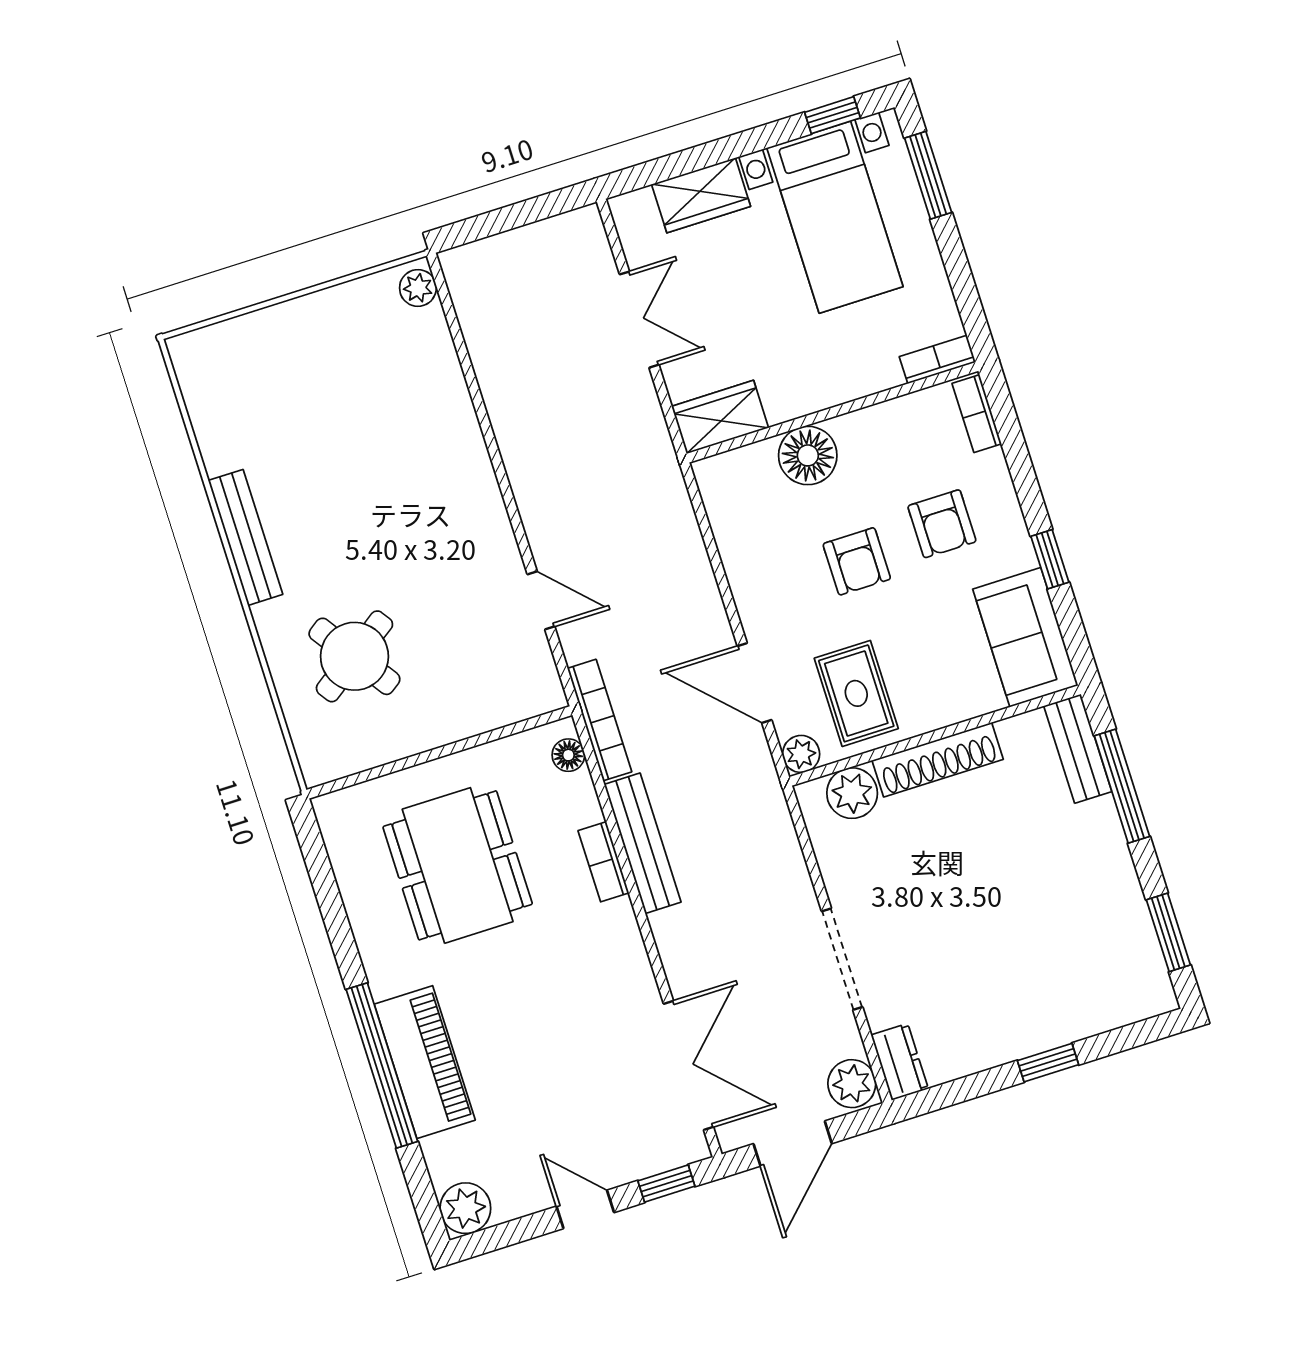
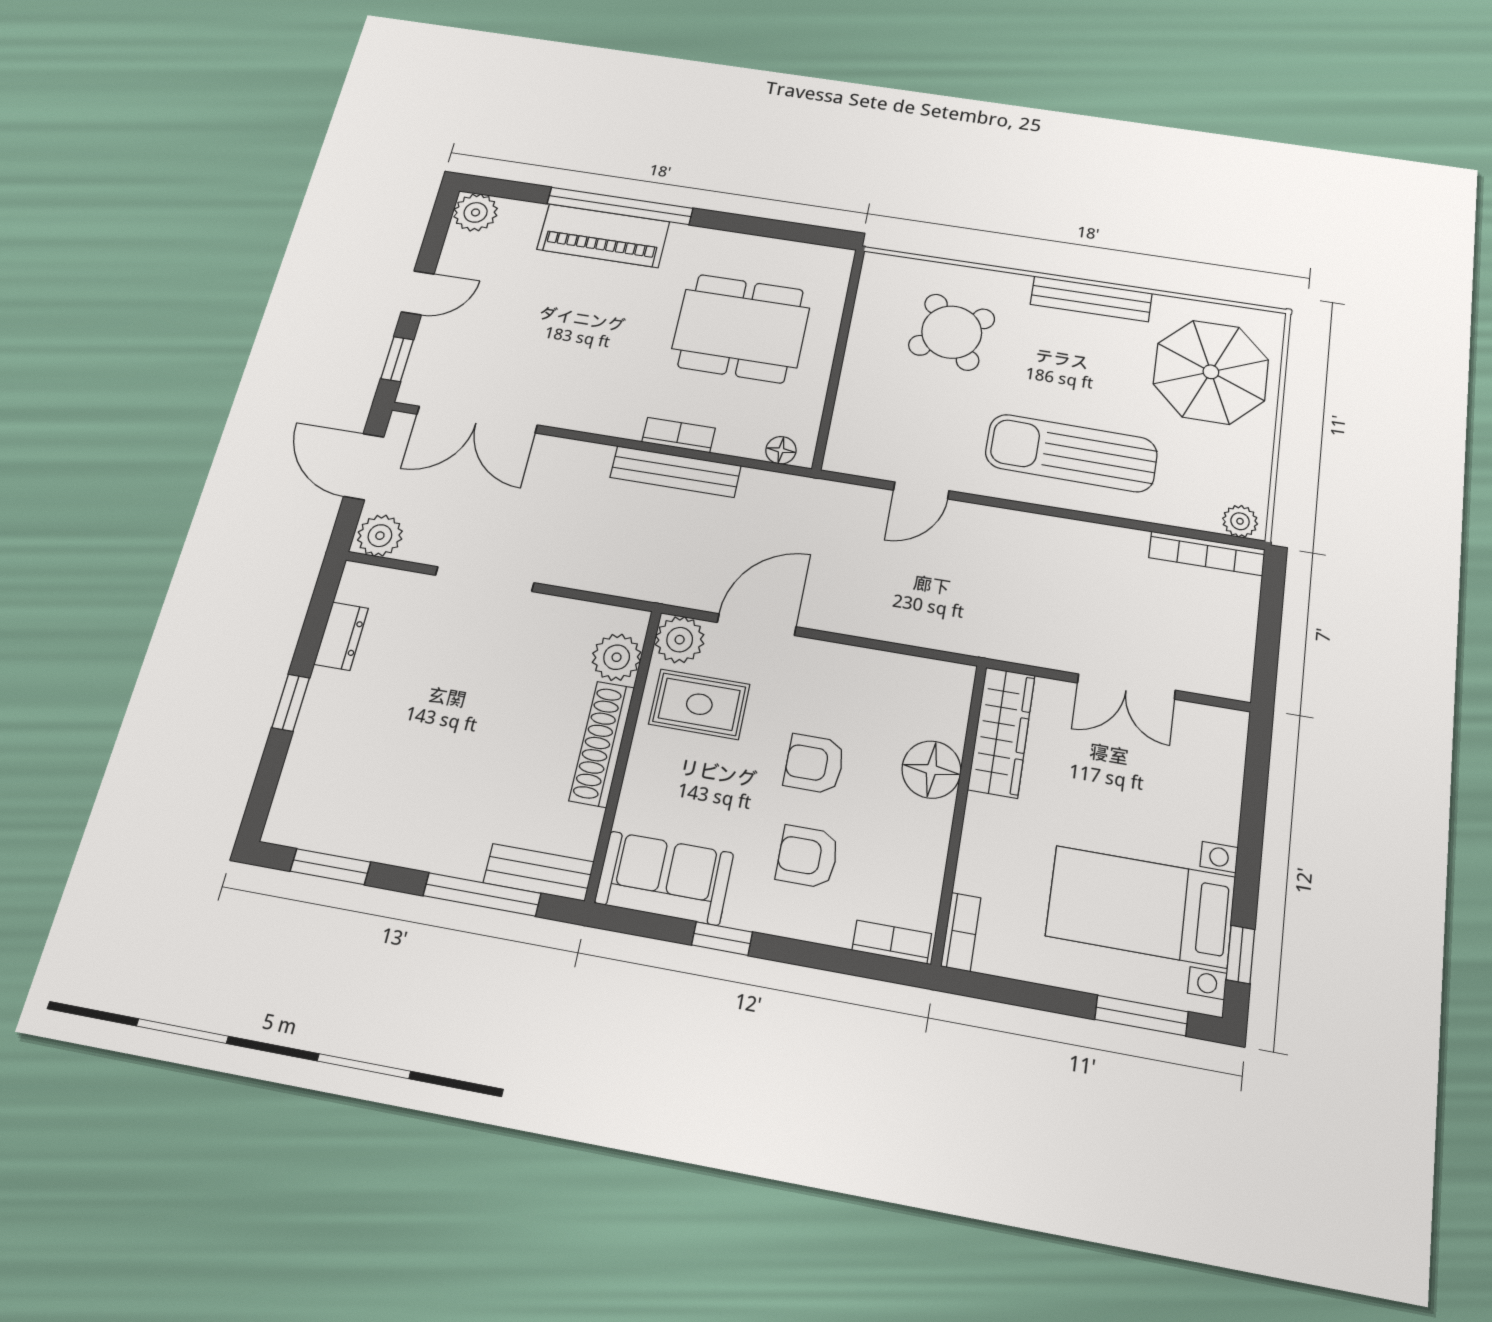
wardrobe: (701, 195) -> (1216, 796), removed
parasol: (269, 384) -> (1211, 372), added
wardrobe: (720, 417) -> (1002, 732), width x1.50
sun lounger: (428, 478) -> (1071, 453), added
bookcase: (600, 720) -> (1207, 553), moved
plant: (801, 754) -> (680, 640), width x1.38, depth x1.38
dresser: (900, 1062) -> (341, 636), moved, turned -90

